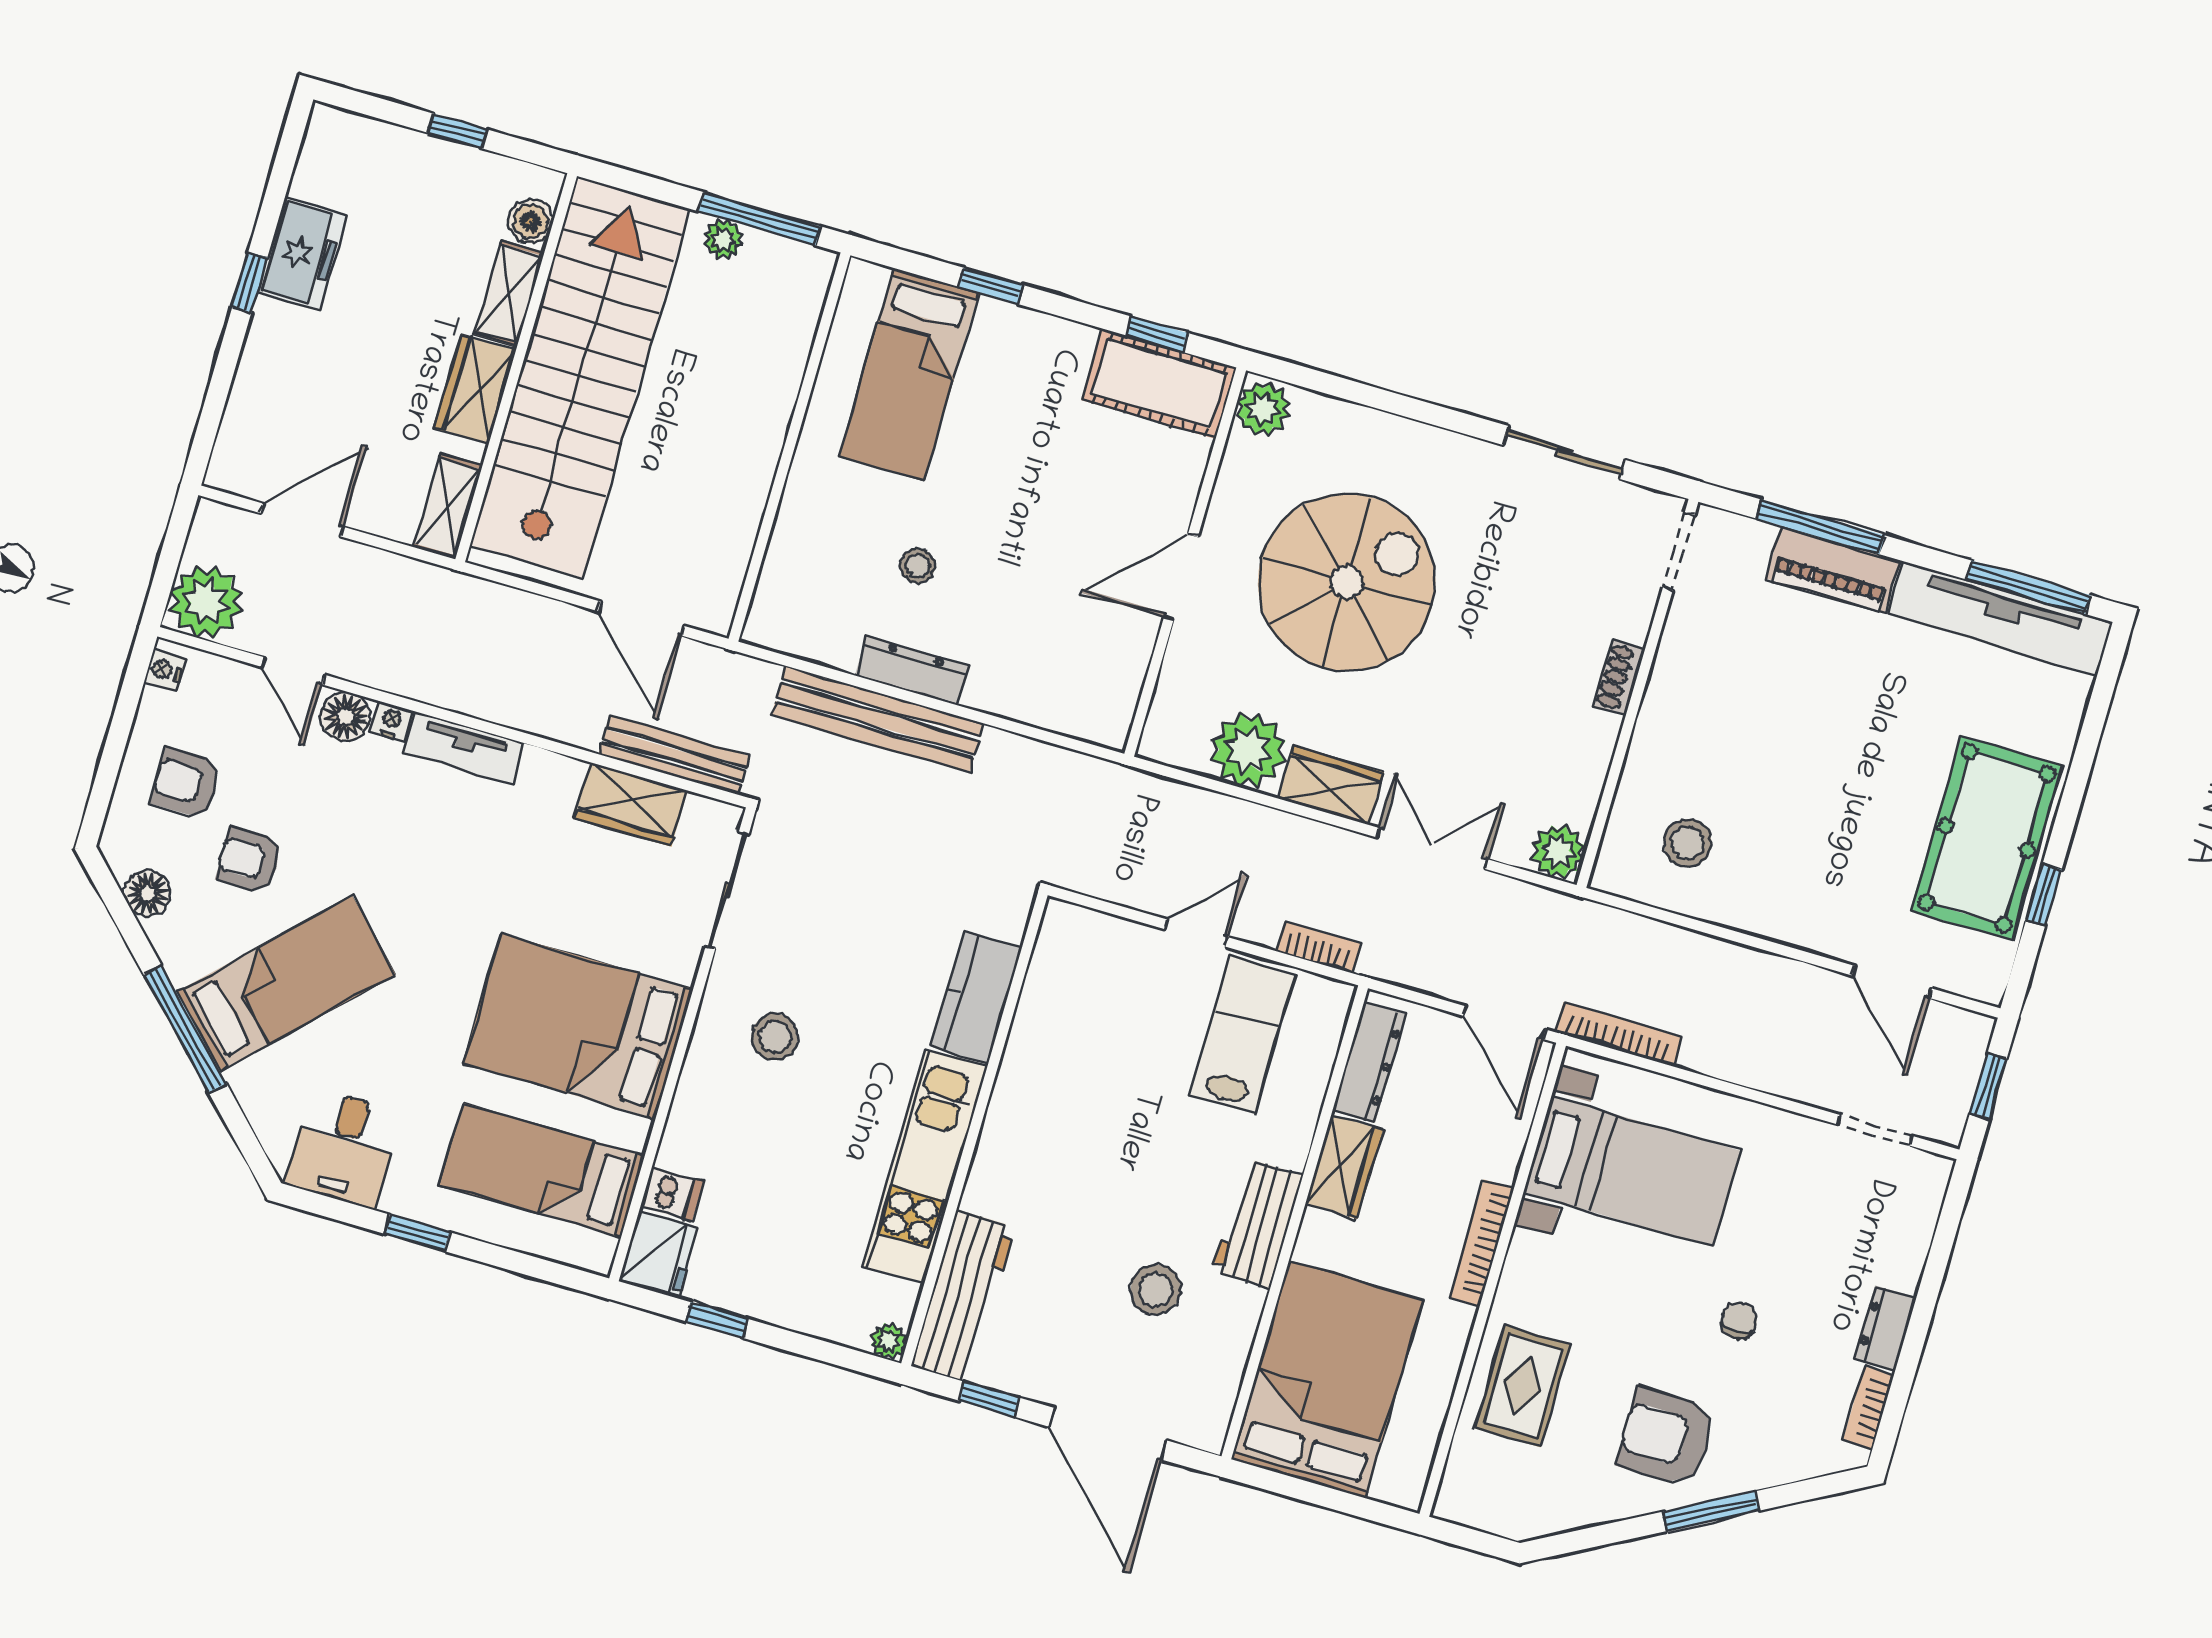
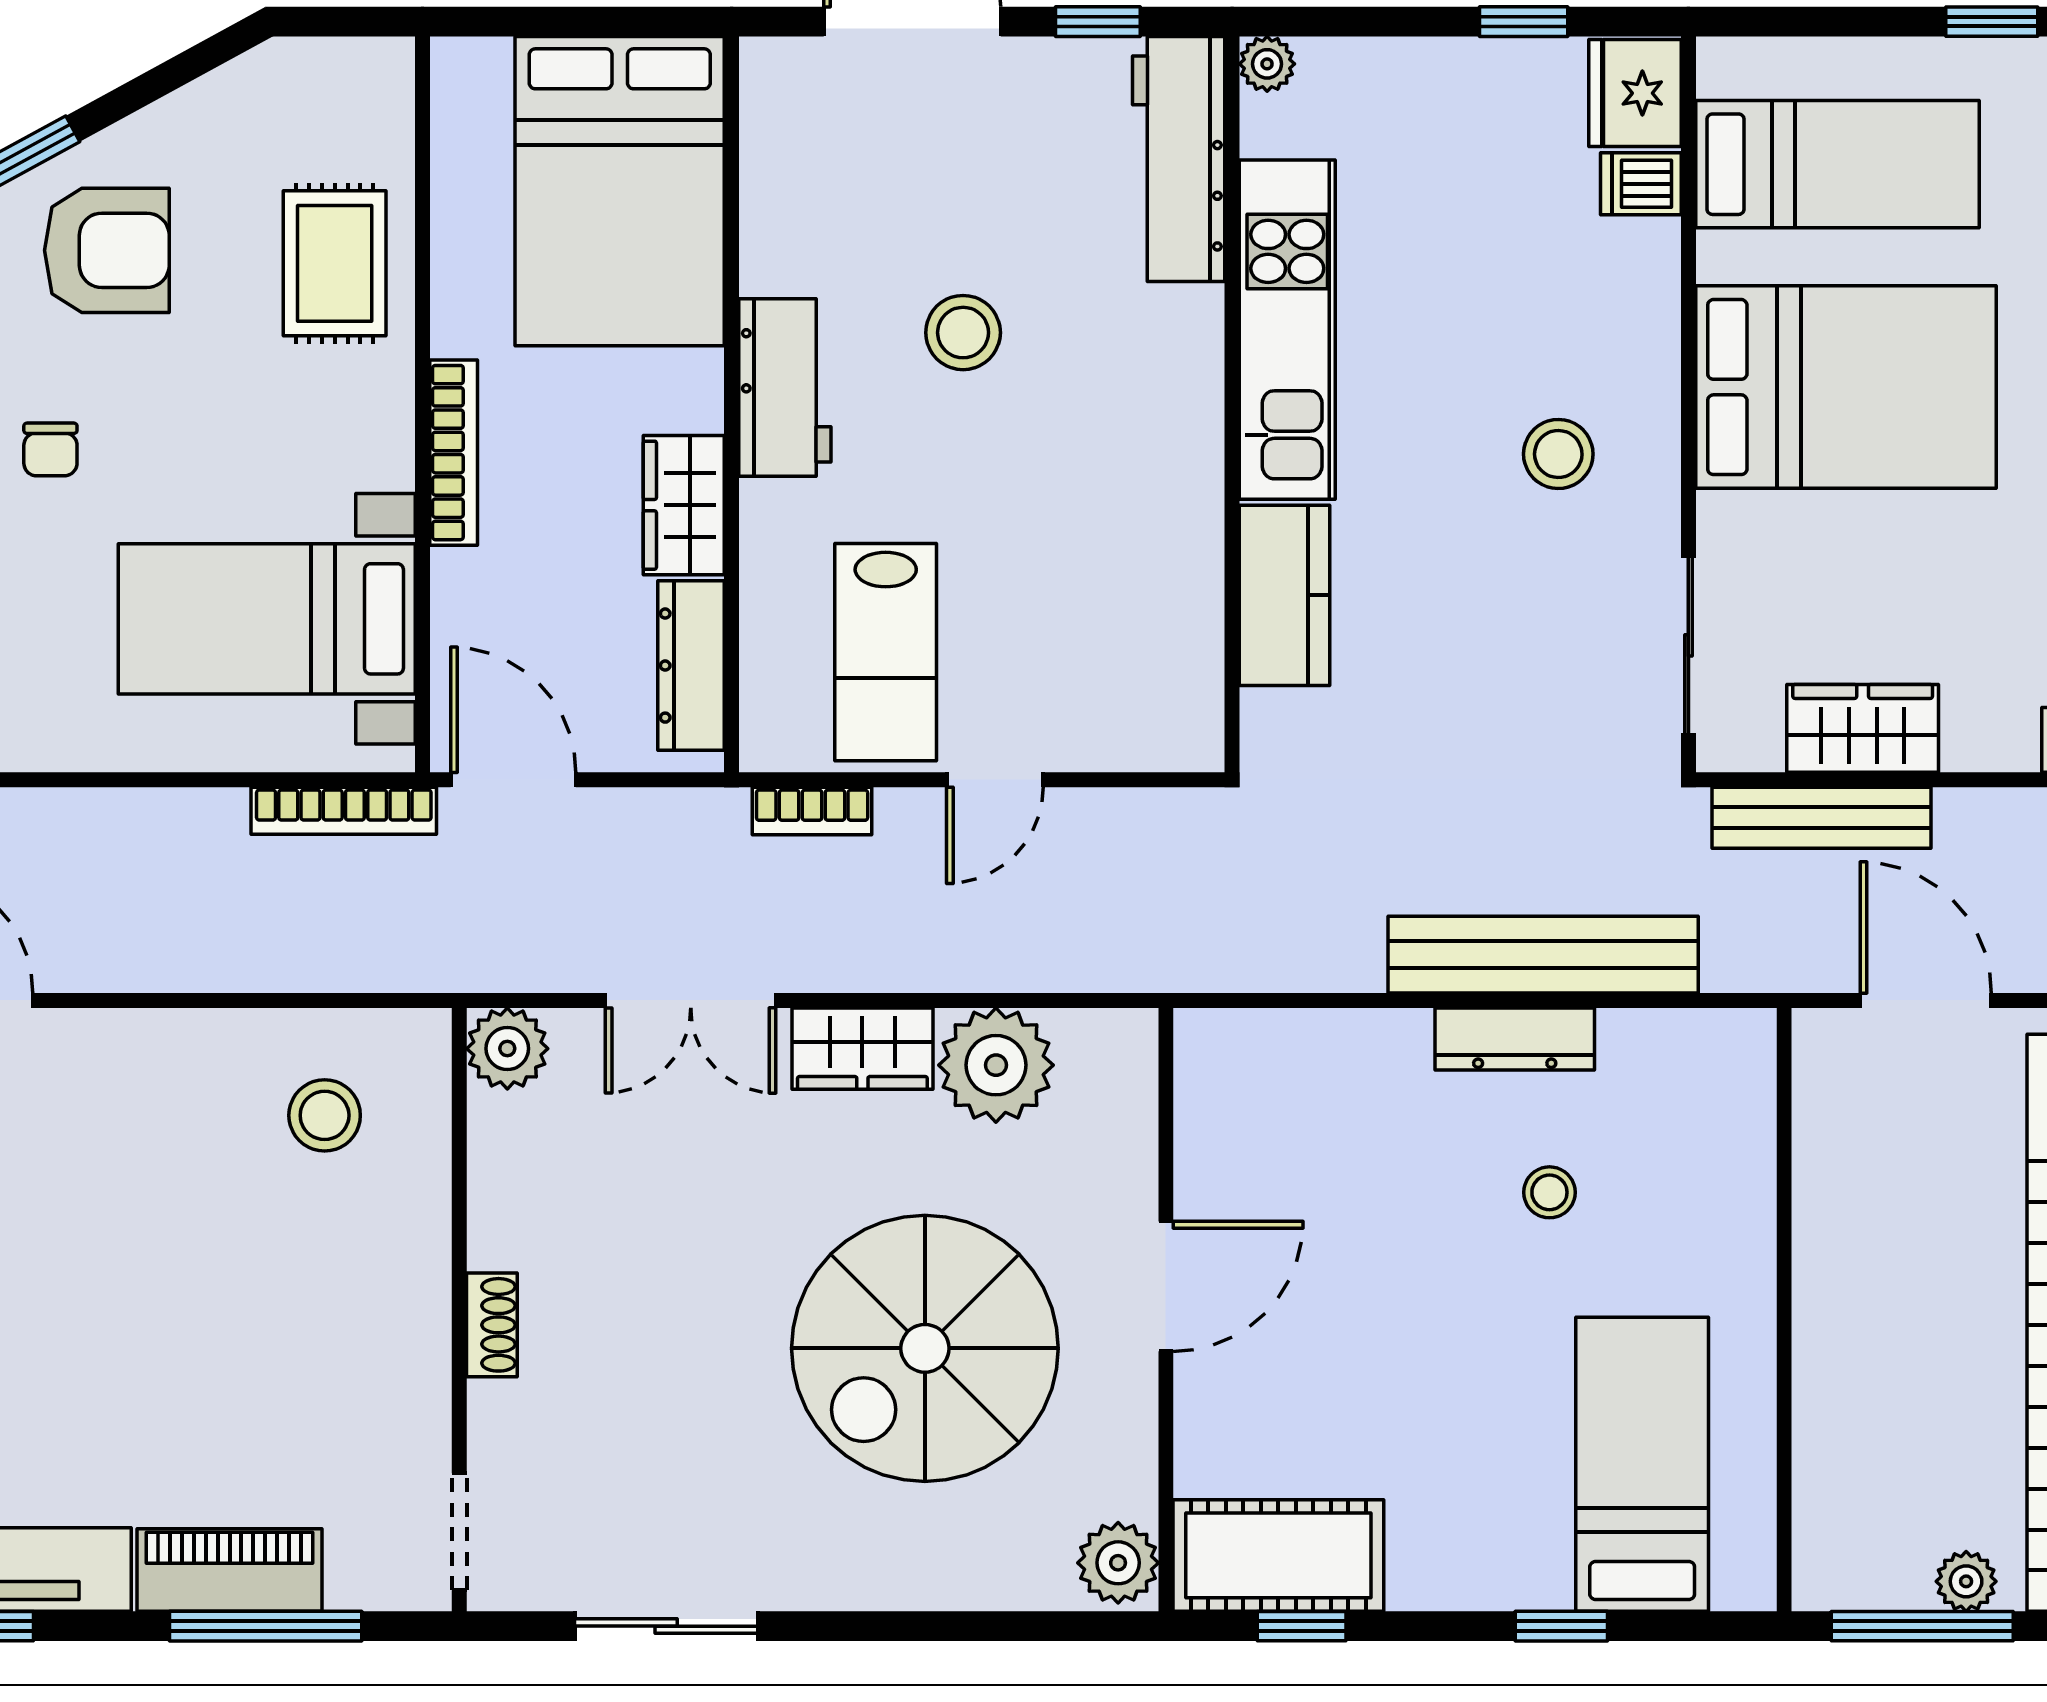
stool: (1156, 1290) -> (963, 333), moved

